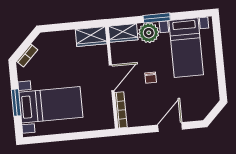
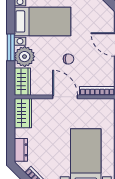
dresser: (53, 38) -> (21, 150), added

